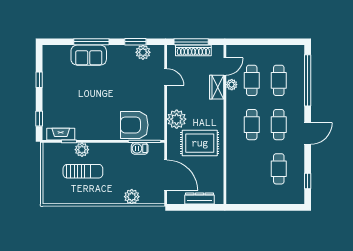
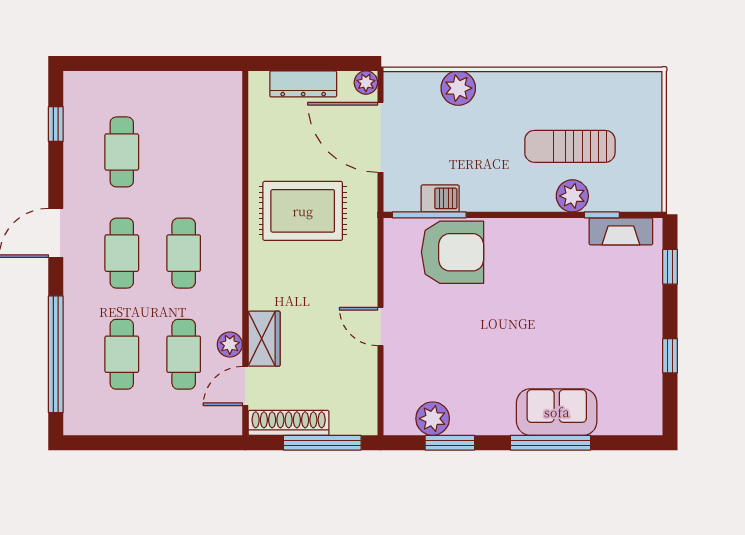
shoe rack: (193, 50) -> (289, 423), moved
door: (166, 77) -> (381, 327), moved
plant: (177, 119) -> (366, 83), moved, width x0.53, depth x0.53

